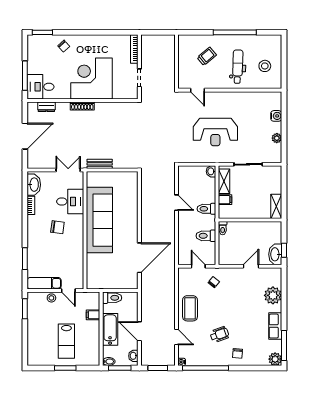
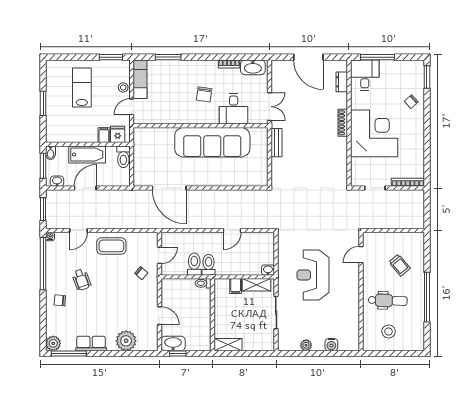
toilet: (206, 209) -> (209, 265), moved
fridge: (92, 303) -> (118, 134), added
lab bench: (66, 341) -> (82, 88), moved, turned 90

